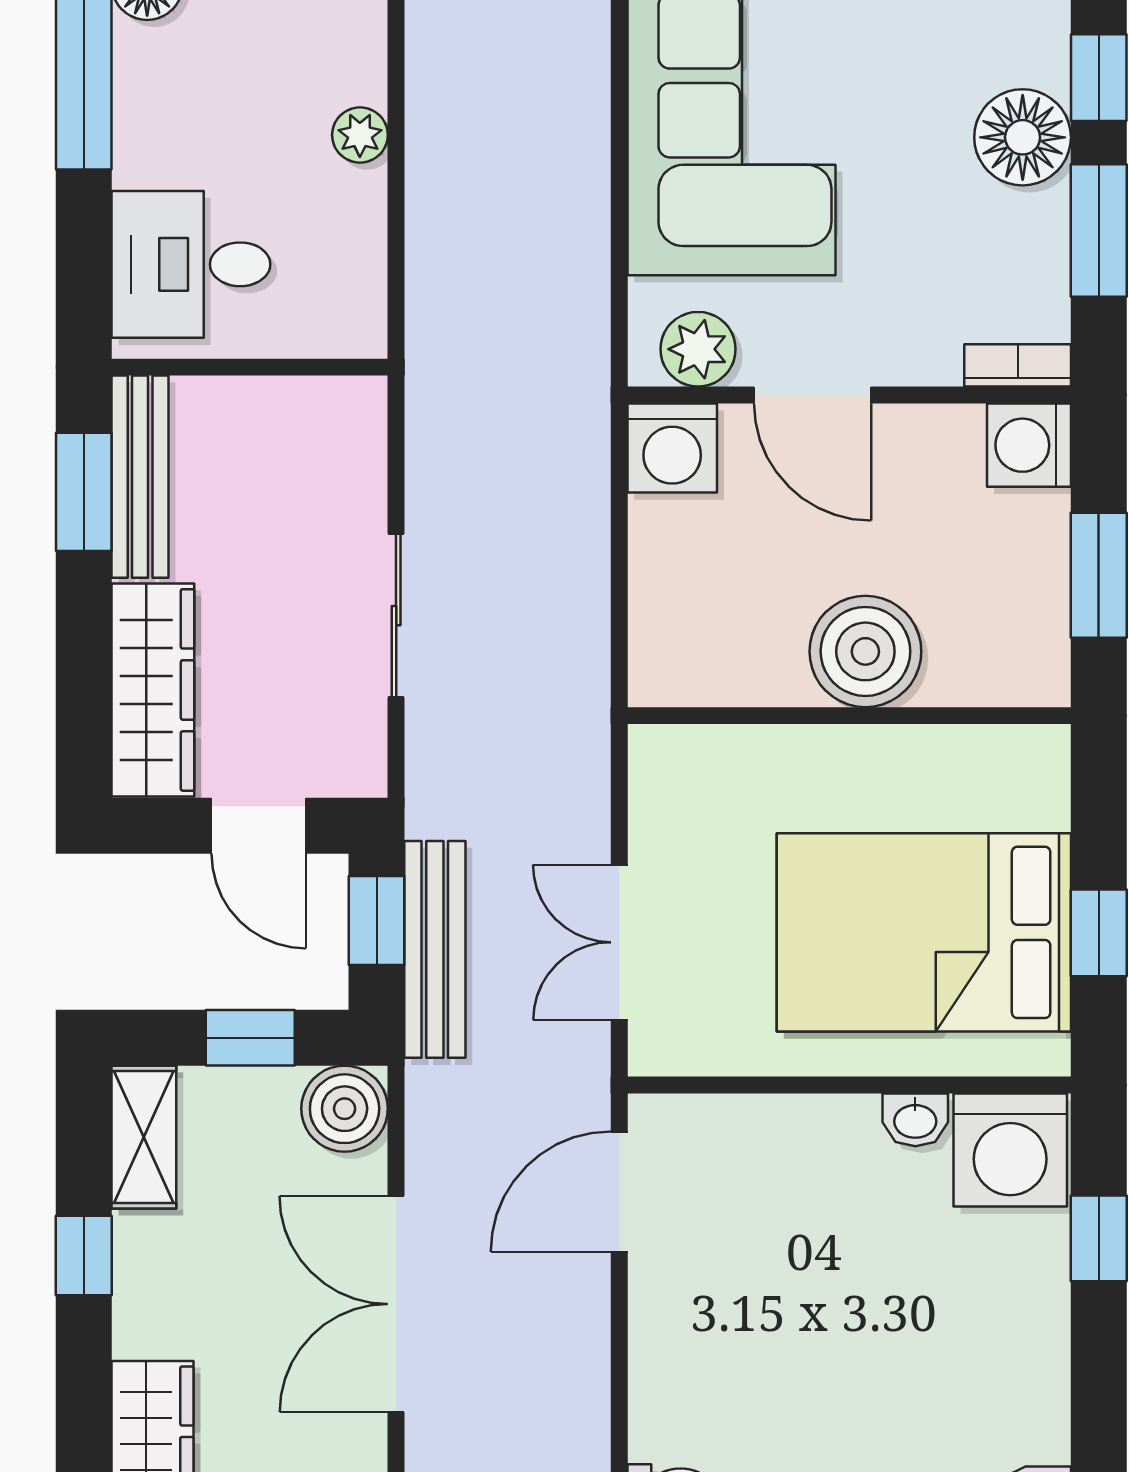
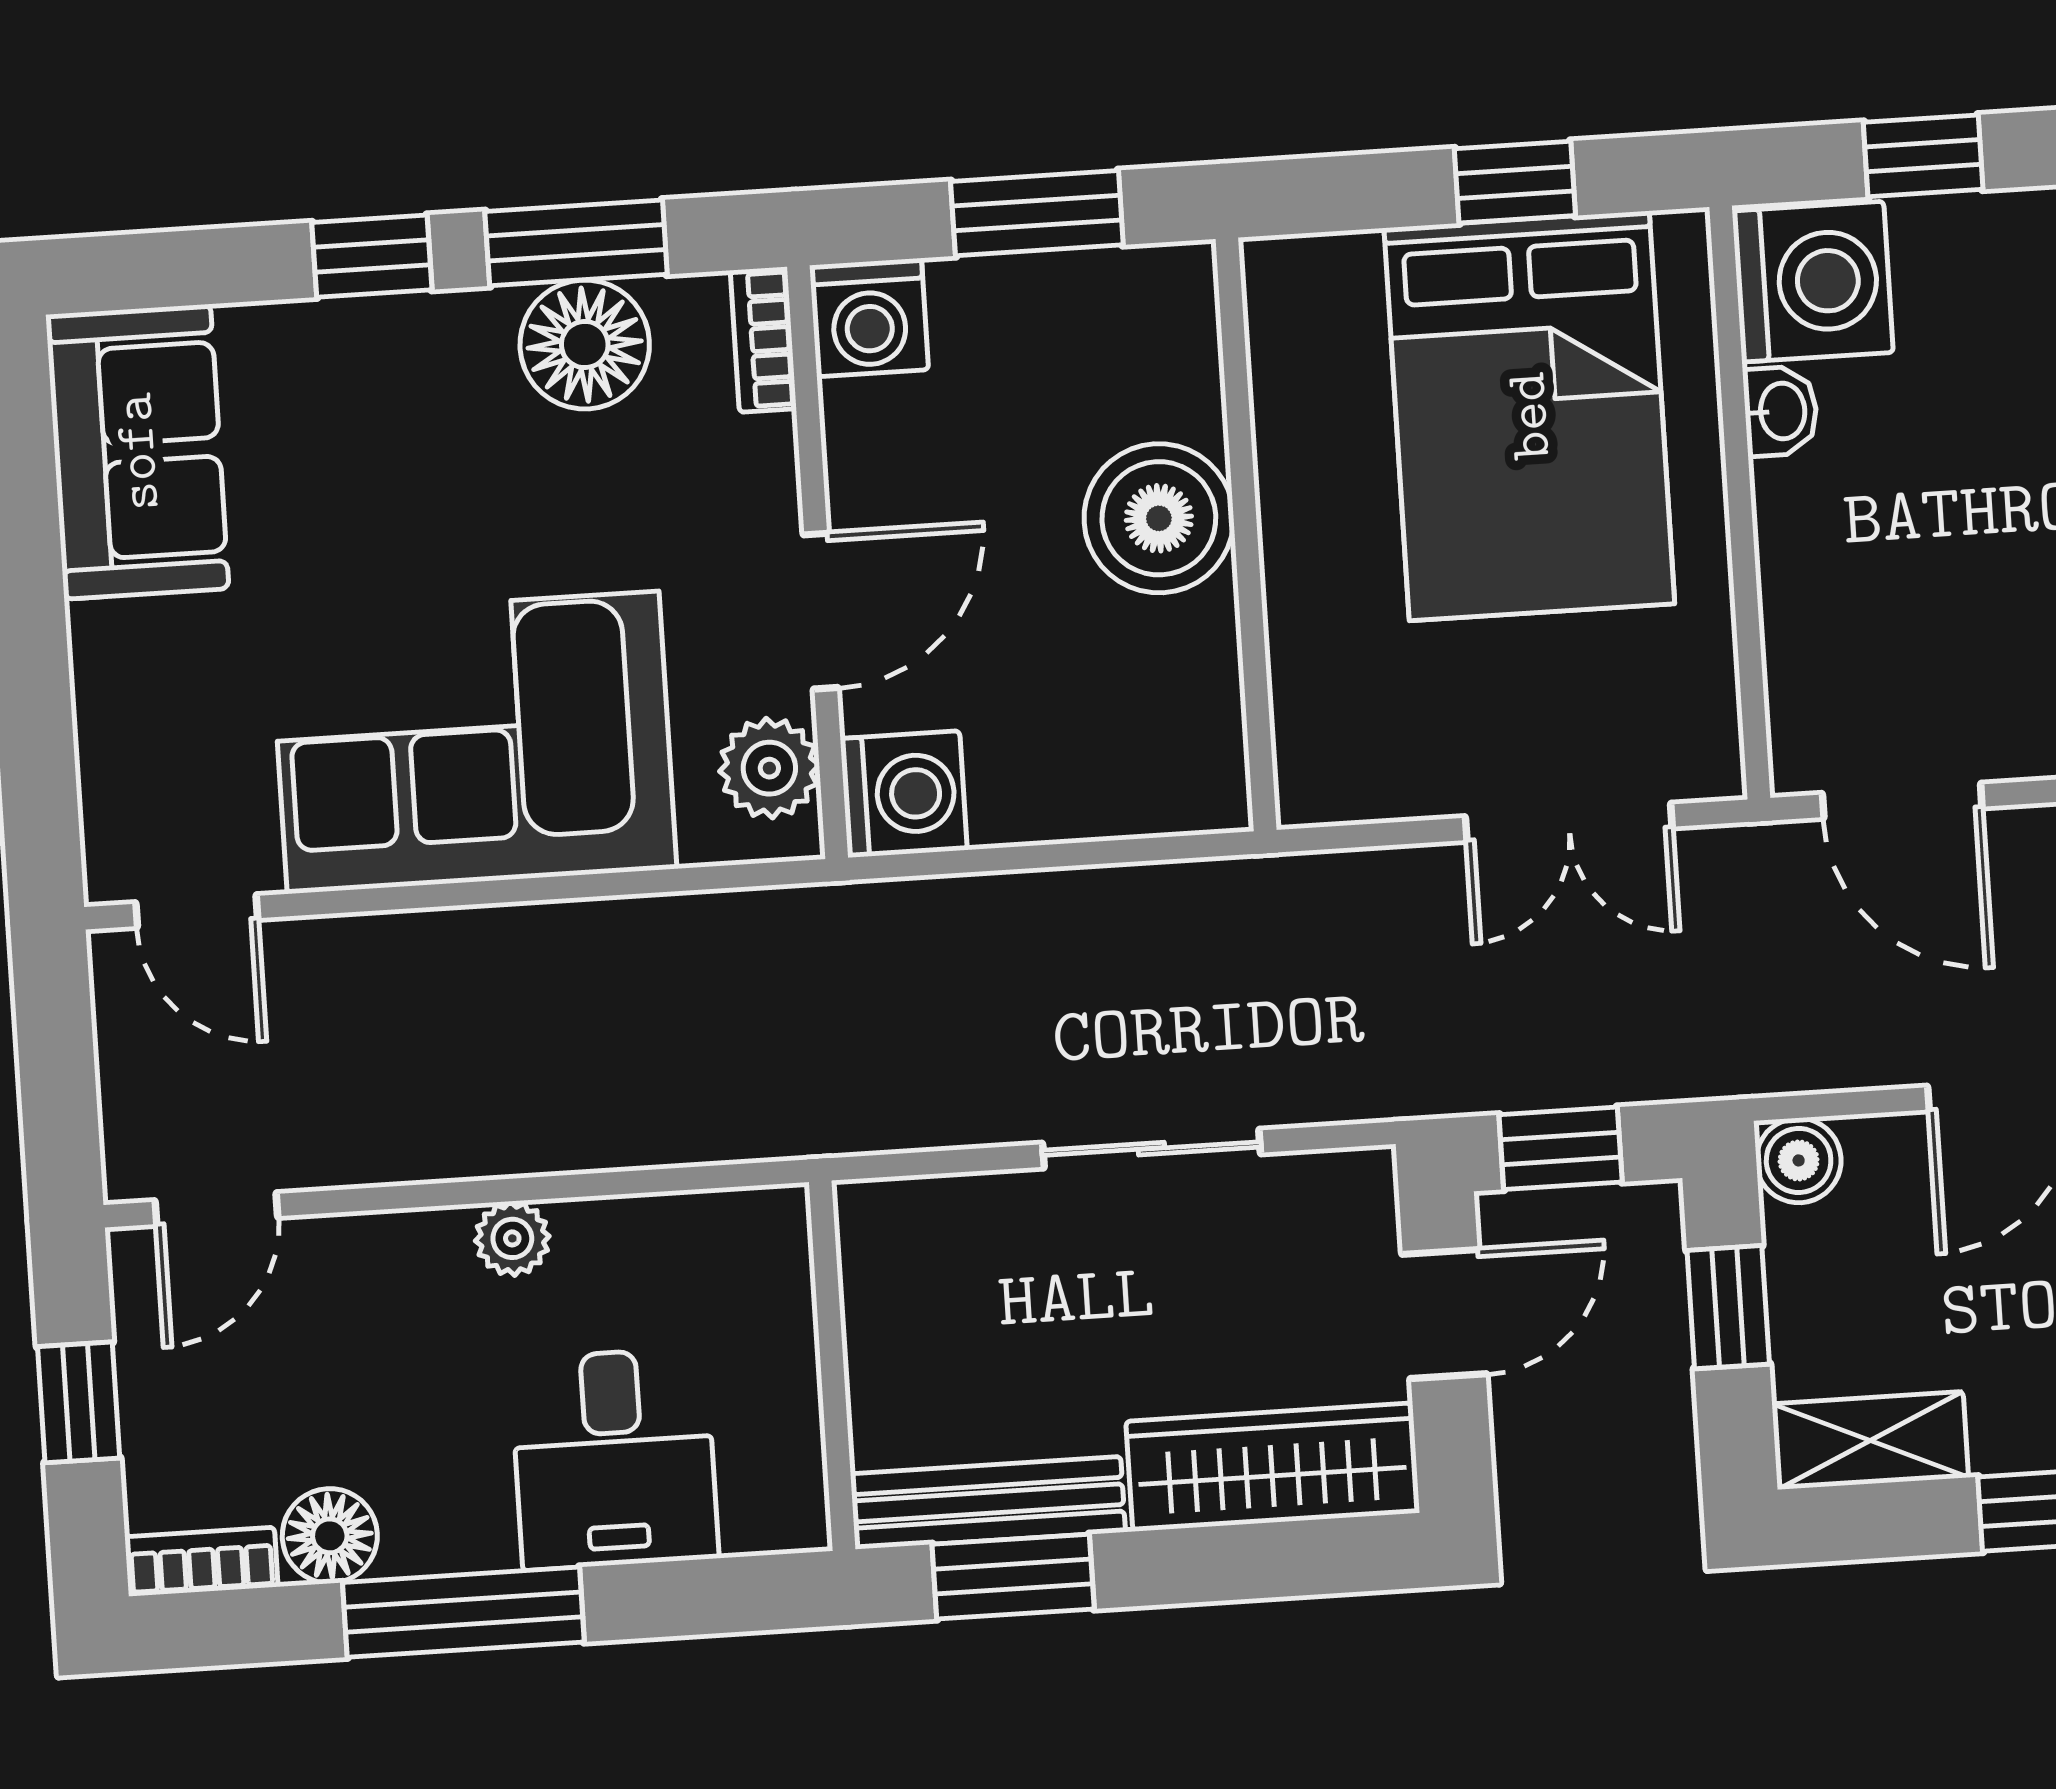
floor lamp: (1023, 137) -> (585, 345), moved
desk: (191, 264) -> (614, 1459), moved
bench: (435, 949) -> (1594, 1068), removed
boiler: (345, 1109) -> (1799, 1160), width x0.73, depth x0.73

